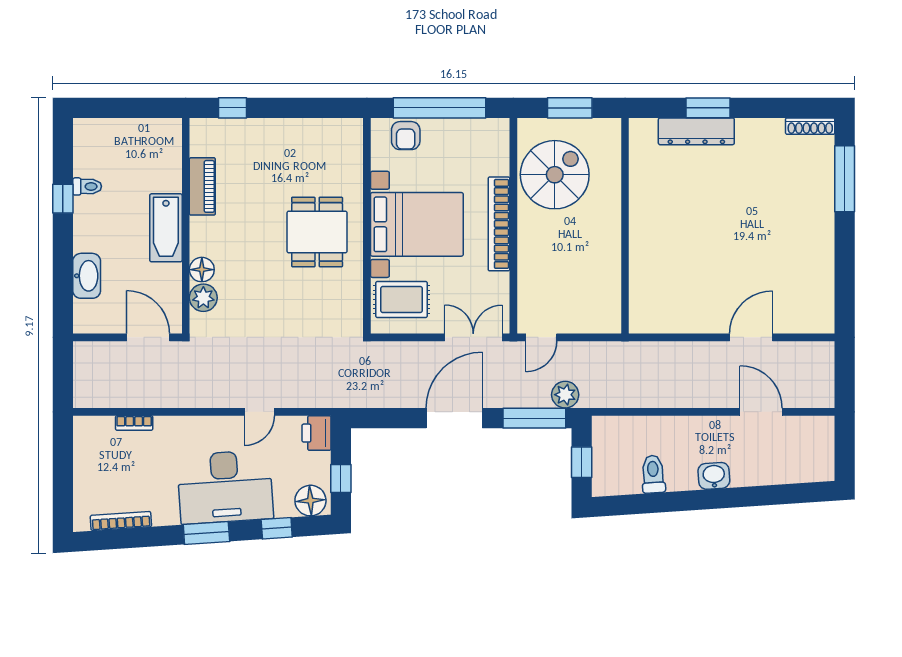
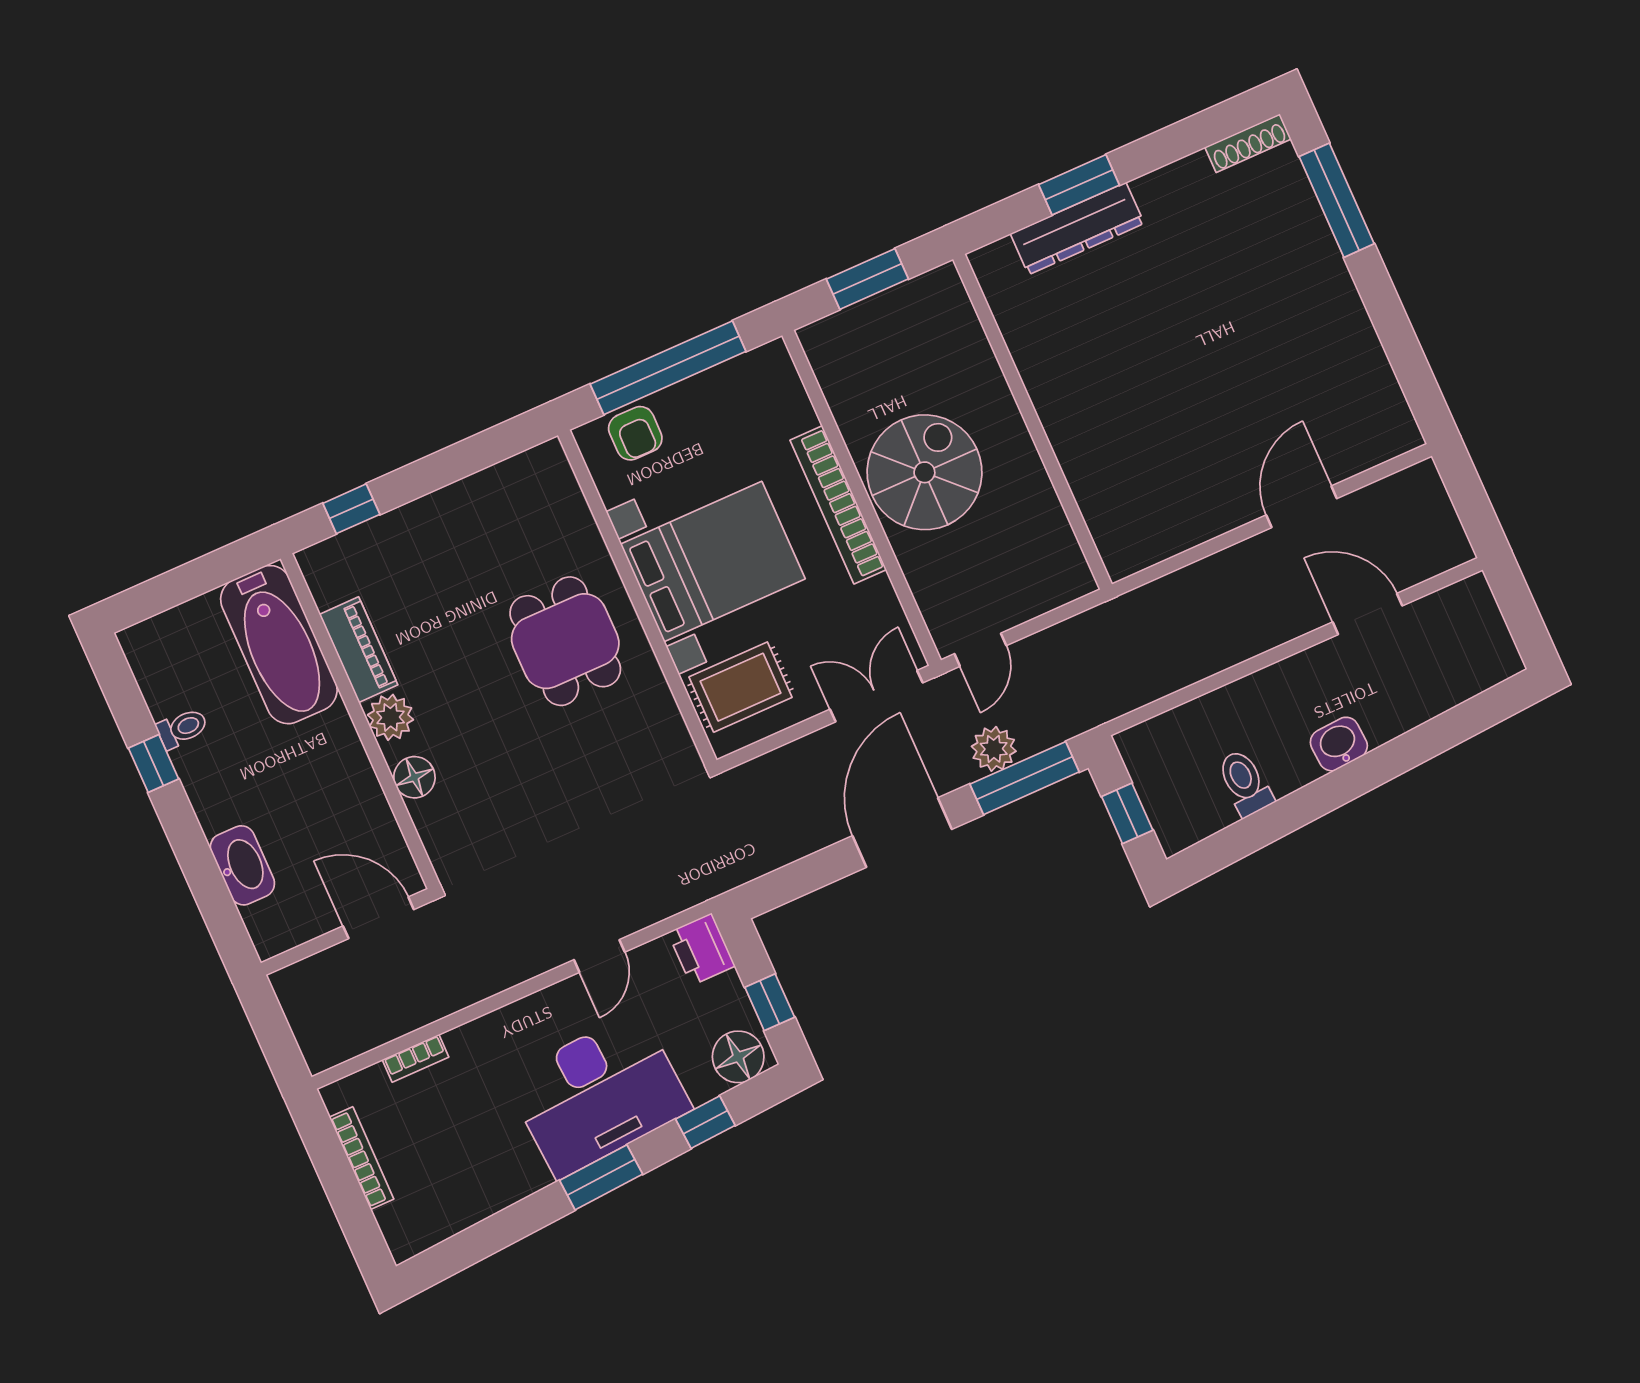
spiral stairs: (555, 175) -> (924, 472), moved
bathtub: (166, 228) -> (279, 645), moved, width x1.36, depth x1.36
plant: (203, 298) -> (390, 717), moved
plant: (565, 395) -> (994, 749), moved
bookcase: (121, 521) -> (362, 1158), moved, turned 94

